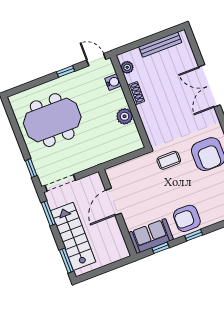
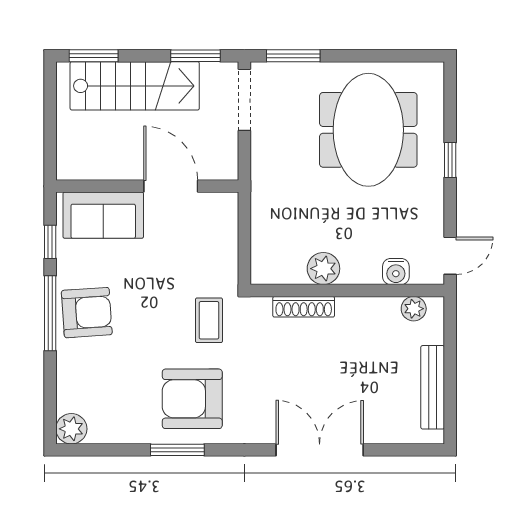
window: (66, 71) -> (450, 160), moved
shoe rack: (136, 93) -> (304, 307), moved, width x1.43
window: (31, 168) -> (293, 56), width x1.50
armchair: (187, 218) -> (87, 313), turned 86
window: (194, 235) -> (50, 313), width x2.17
sofa: (151, 236) -> (103, 215), moved, turned 90

